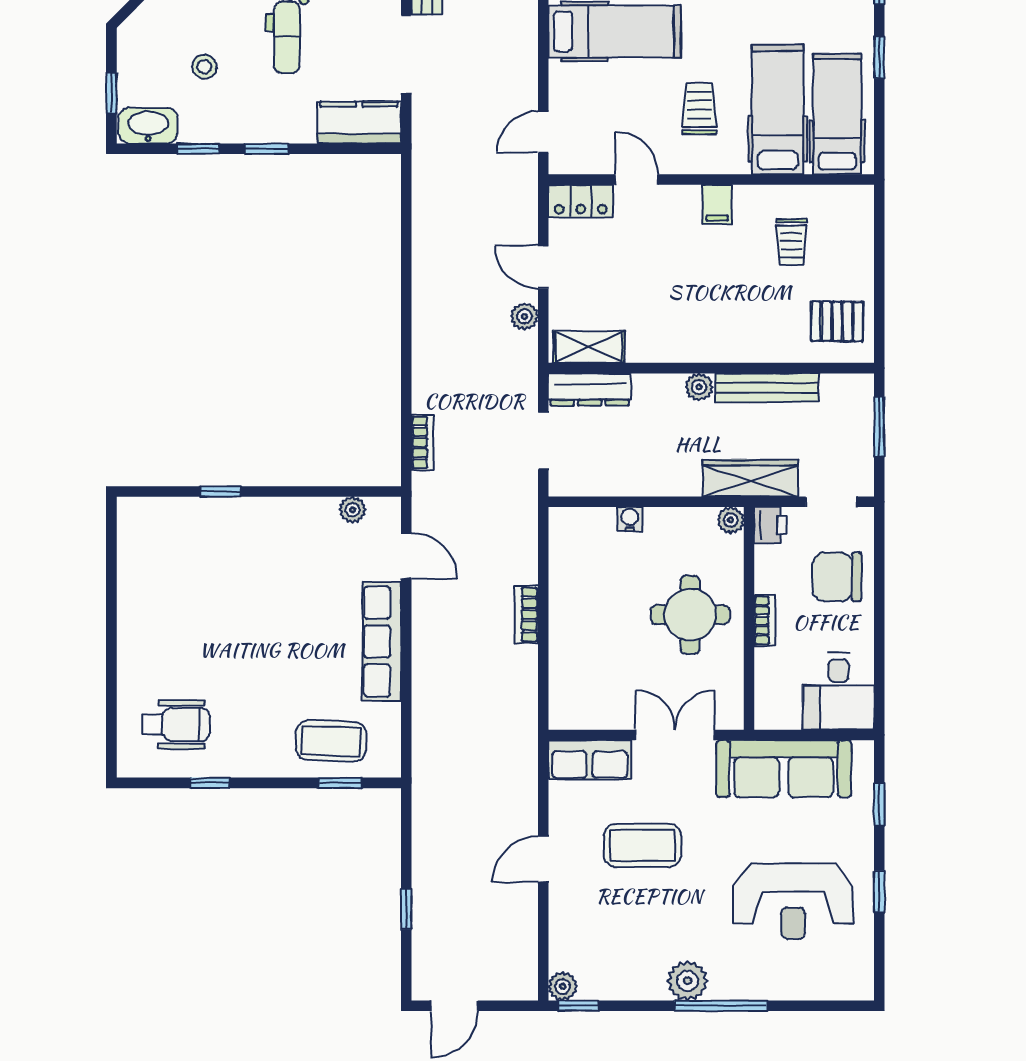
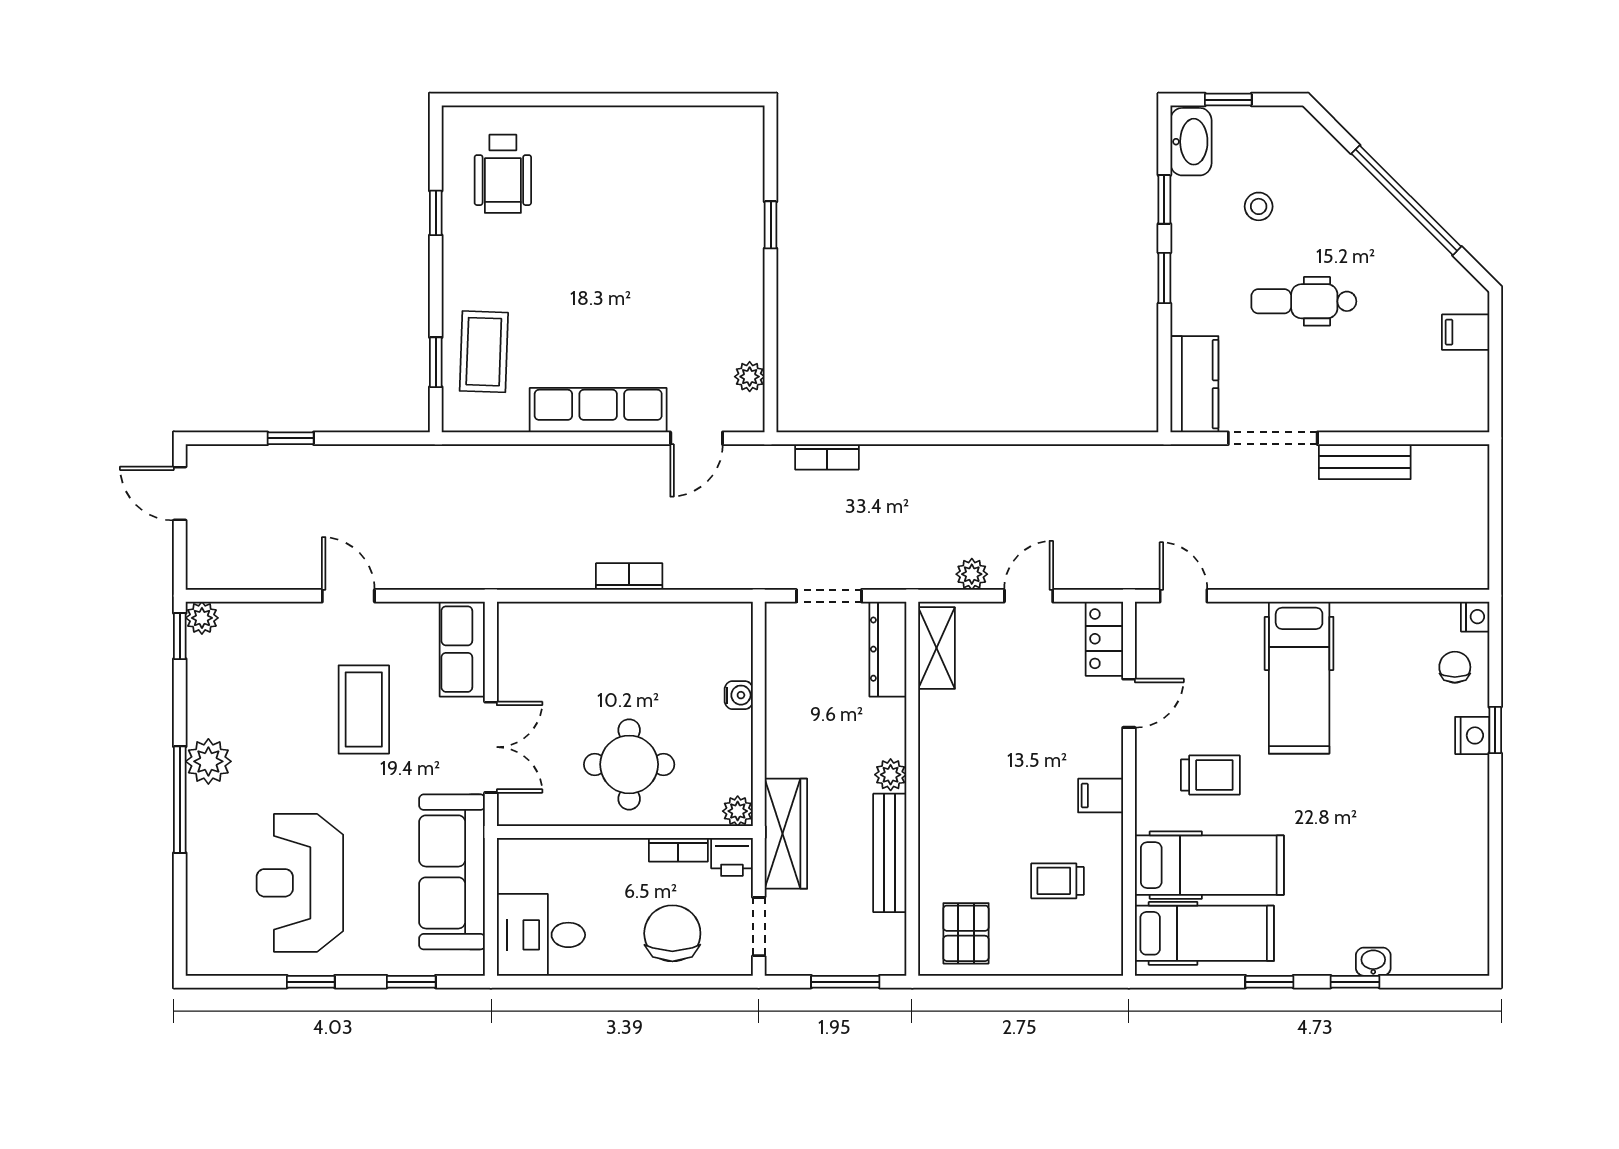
bookcase: (764, 620) -> (678, 850), moved

